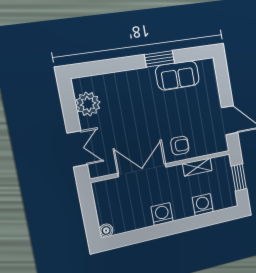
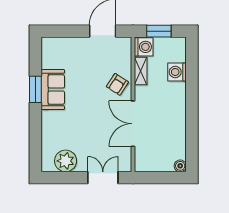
sofa: (177, 75) -> (53, 90), moved
armchair: (180, 146) -> (117, 84), turned -147
washing machine: (162, 214) -> (144, 47), moved, turned 180

